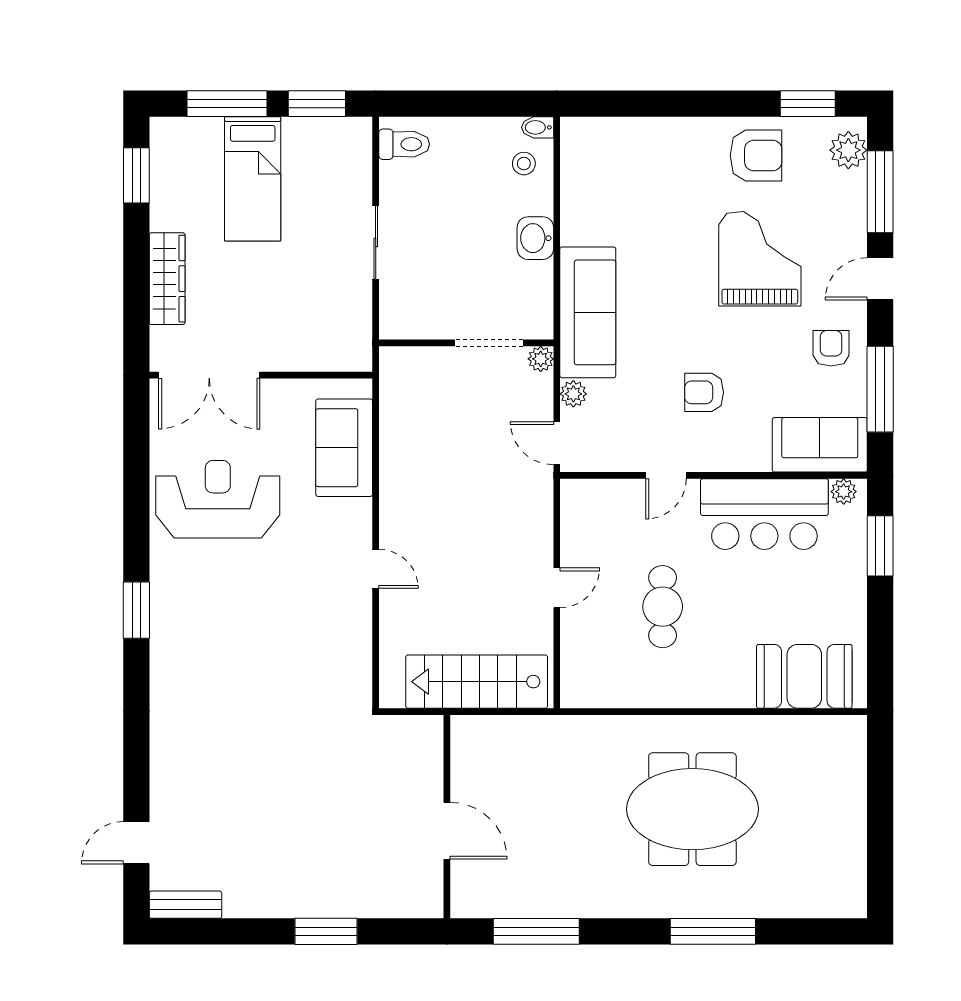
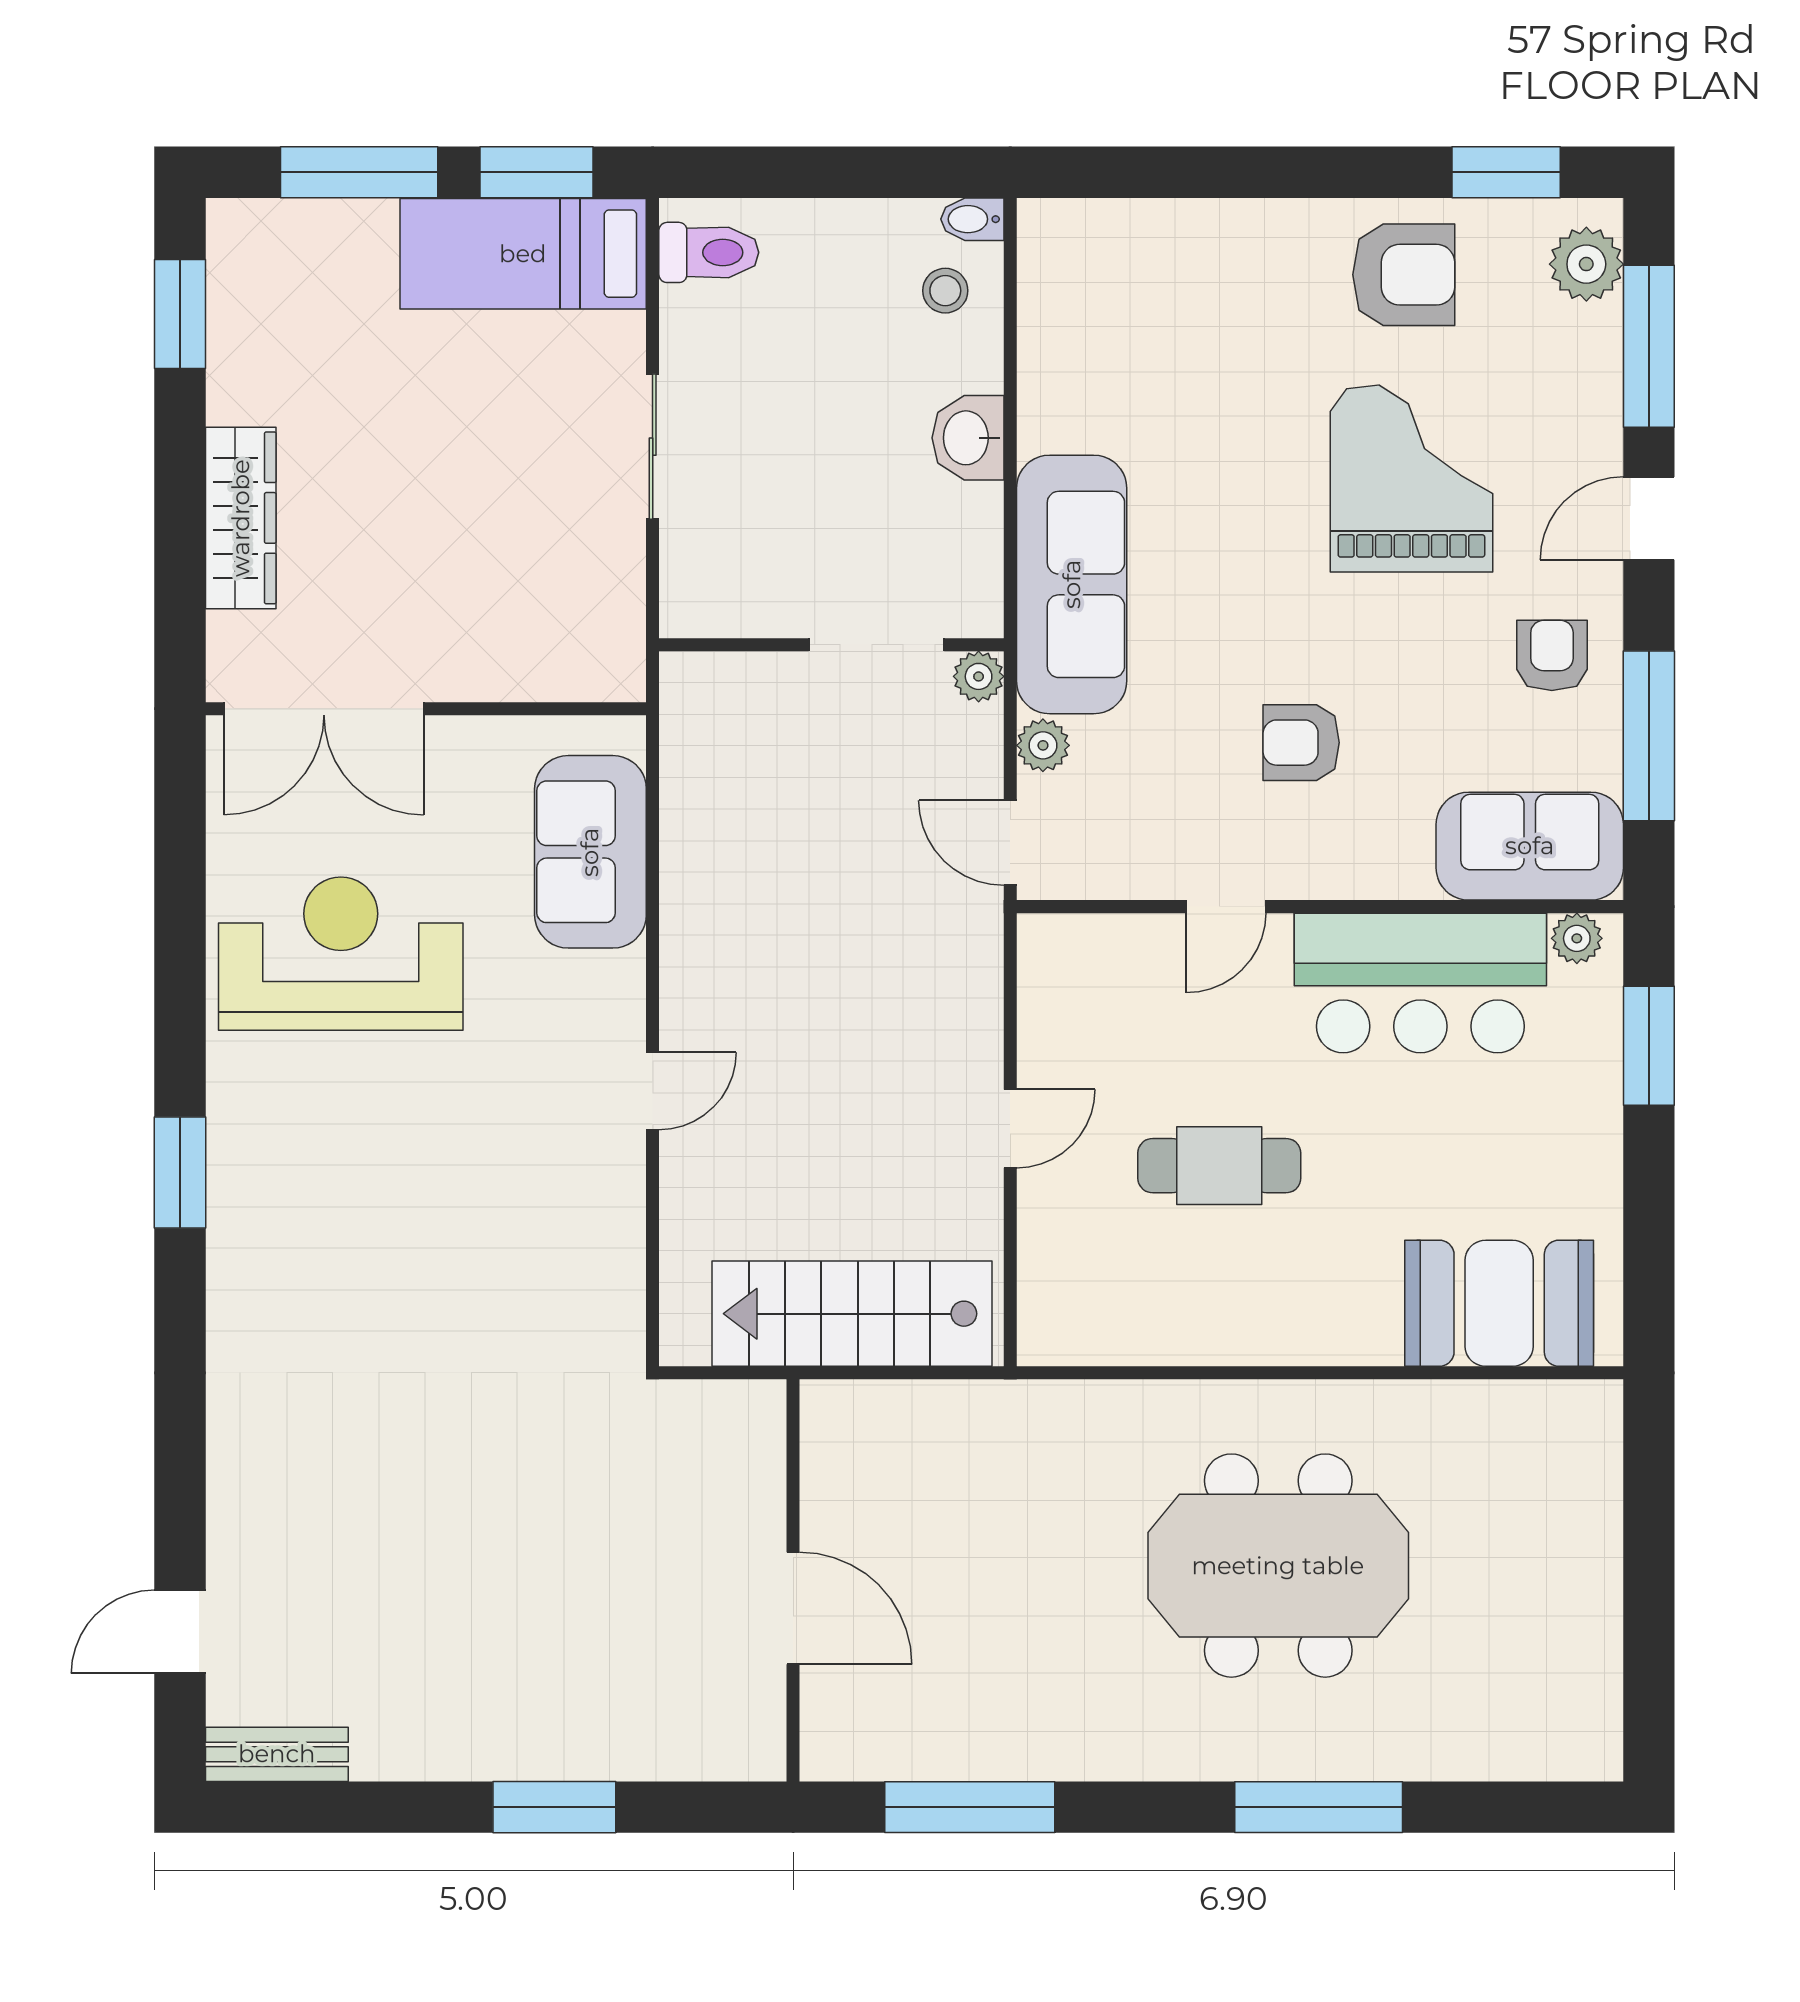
bed: (253, 179) -> (523, 254), moved, turned 90
door: (376, 569) -> (653, 1091), hinge flipped
cafe table: (663, 607) -> (1219, 1166), turned 90

